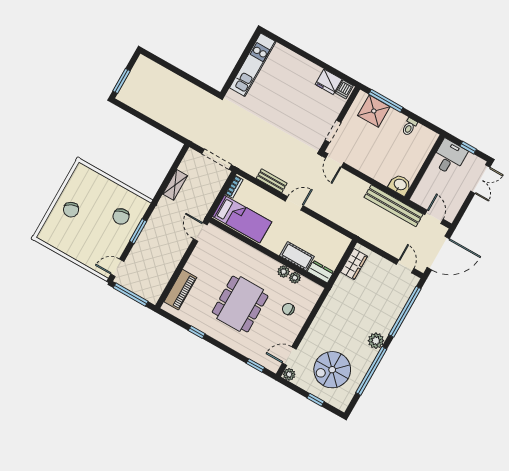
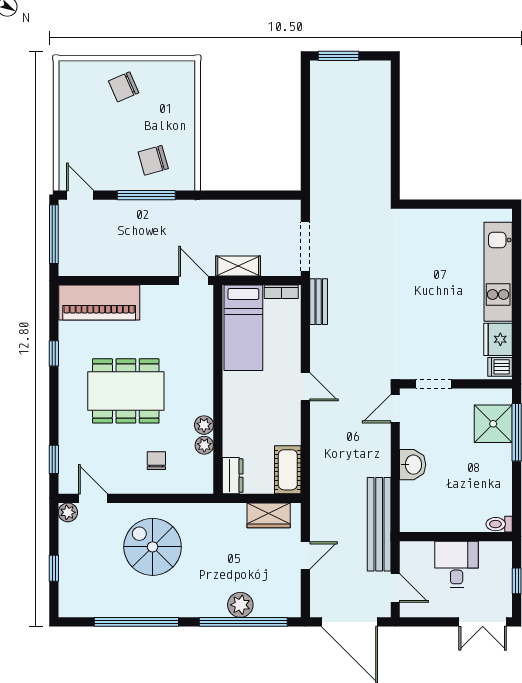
kitchen unit: (253, 65) -> (498, 272), moved, turned 90
toilet: (409, 127) -> (499, 524), moved
desk: (449, 157) -> (457, 564), moved, turned -90
bench: (272, 181) -> (319, 302), moved
shelving: (175, 185) -> (238, 266), moved
washbasin: (400, 185) -> (413, 465), moved
door: (434, 217) -> (395, 588), hinge flipped
window: (138, 231) -> (146, 195), width x1.44
door: (200, 232) -> (193, 281), hinge flipped
cot: (297, 256) -> (288, 470), moved
door: (405, 266) -> (305, 556), moved
piano: (180, 290) -> (99, 303), width x1.37, depth x1.33
plant: (376, 341) -> (240, 605), moved
spiral stairs: (332, 370) -> (153, 547), moved

